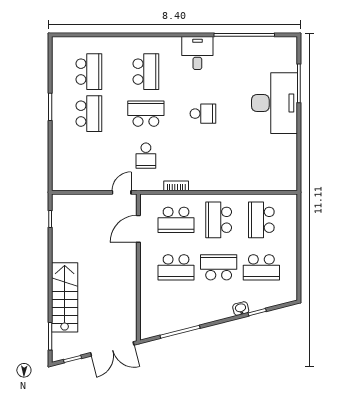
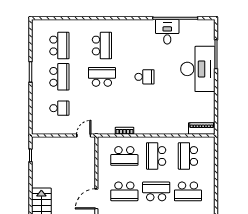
desk: (197, 53) -> (167, 32), moved
school desk: (146, 156) -> (59, 108), moved, turned -90
piano: (280, 183) -> (202, 129), added
door: (138, 229) -> (96, 199), moved

